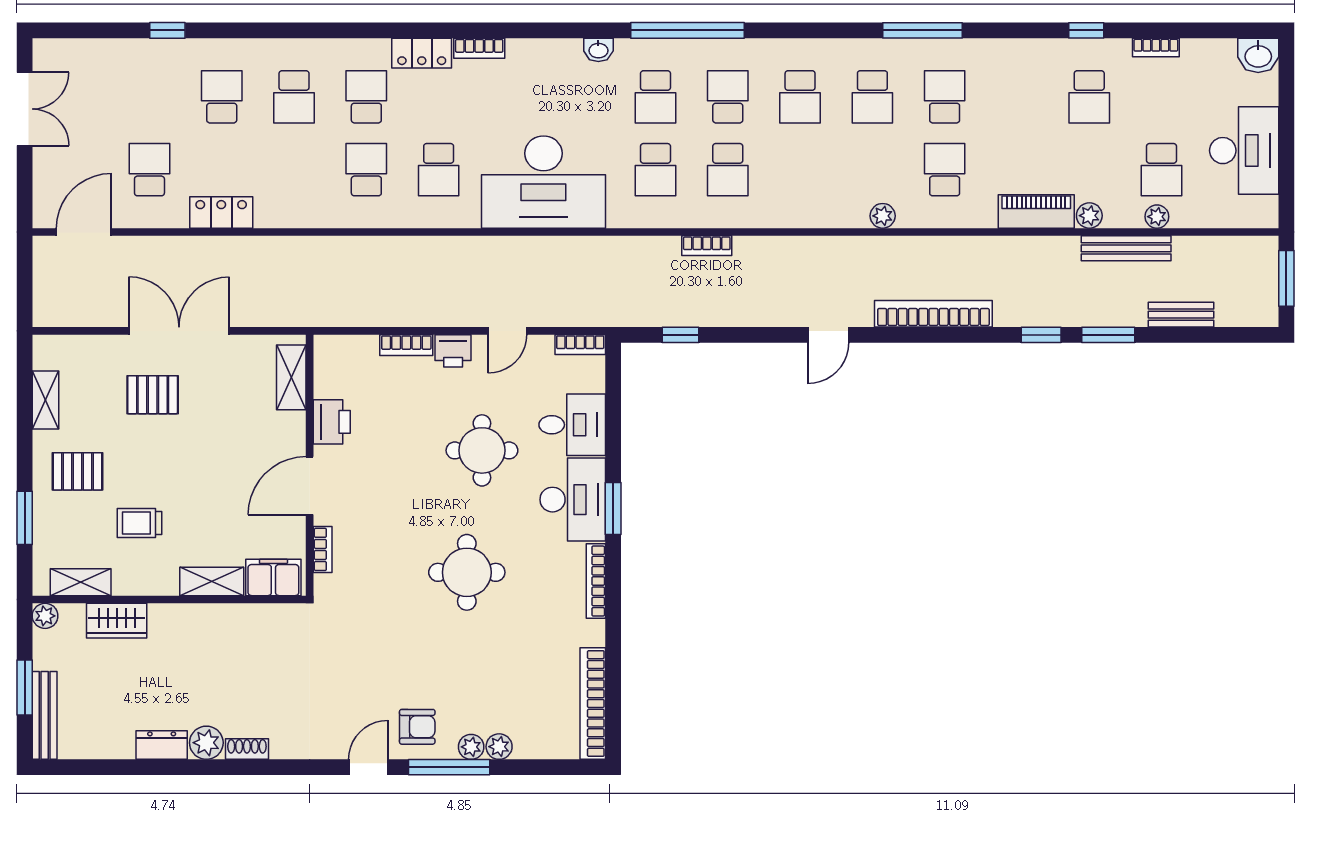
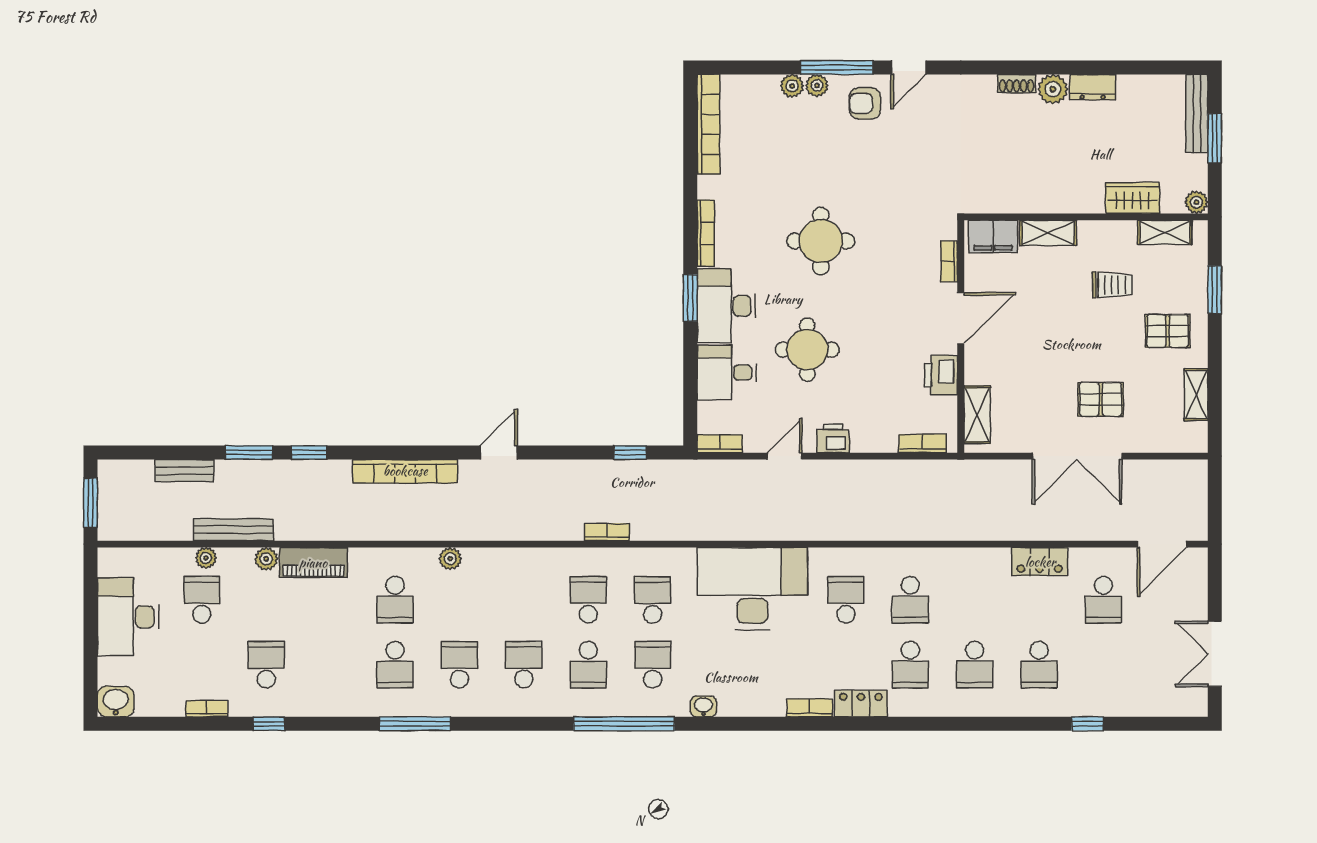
school desk: (294, 97) -> (975, 665), turned 180
bookcase: (406, 345) -> (923, 443), moved

